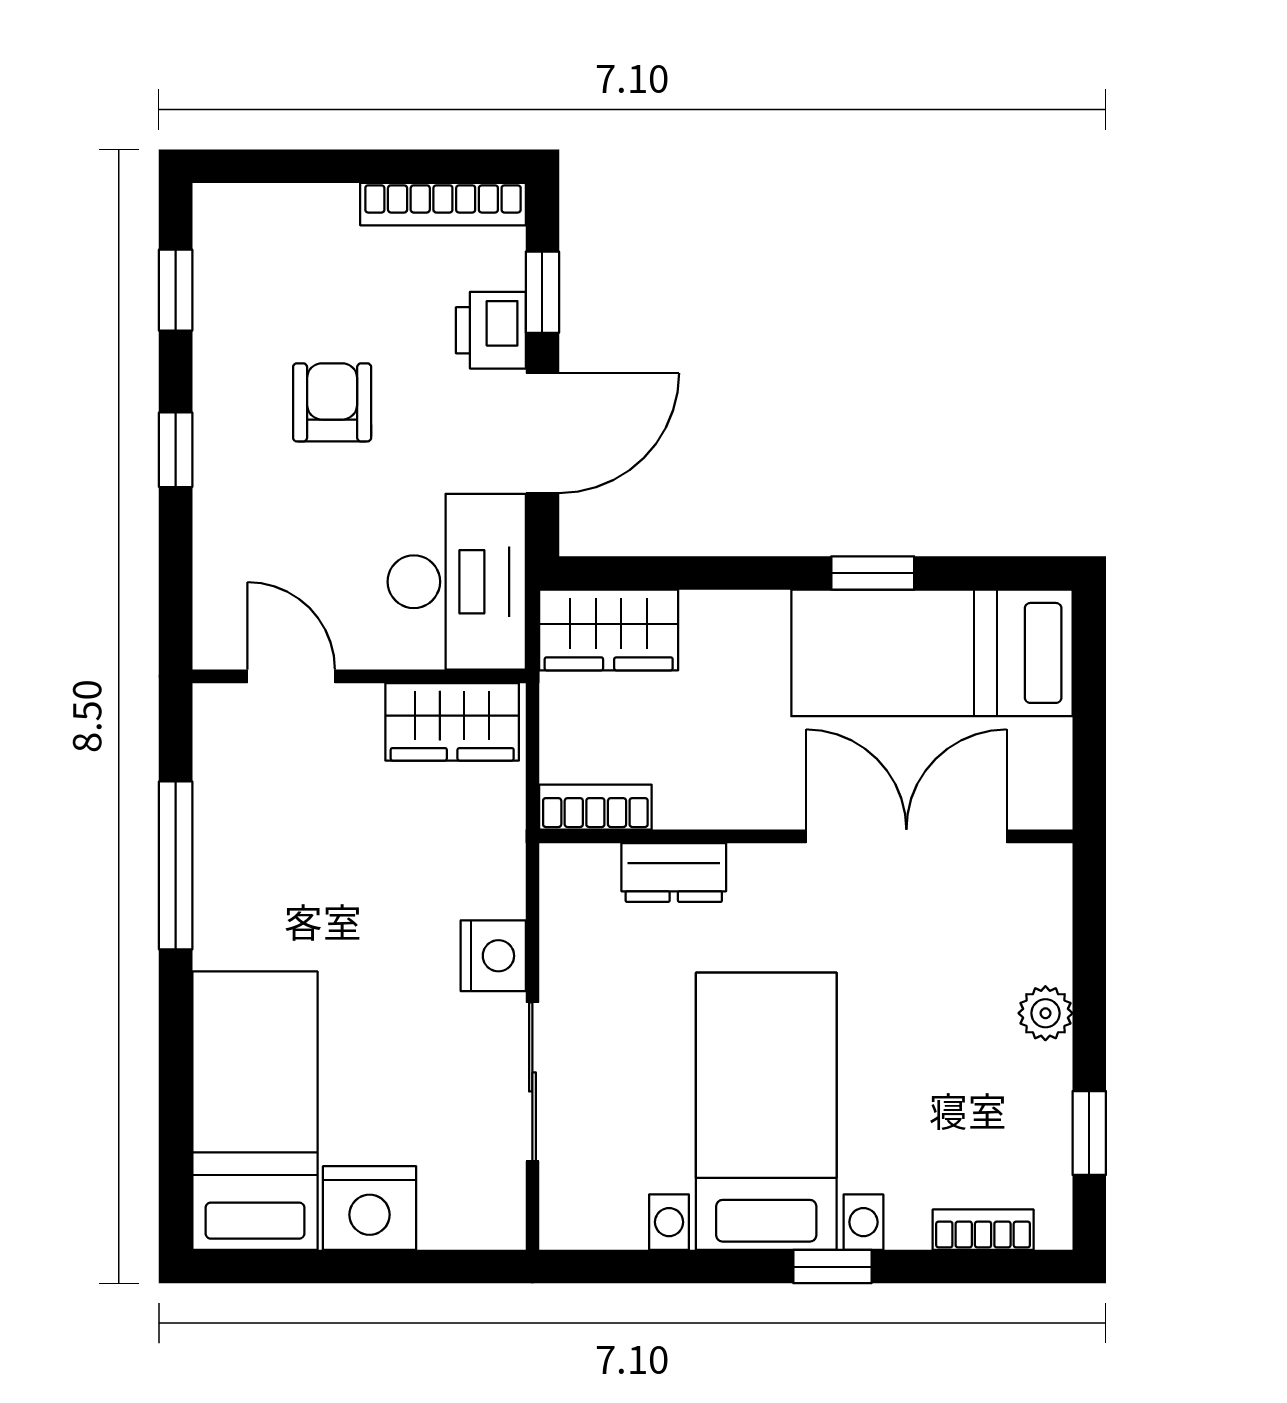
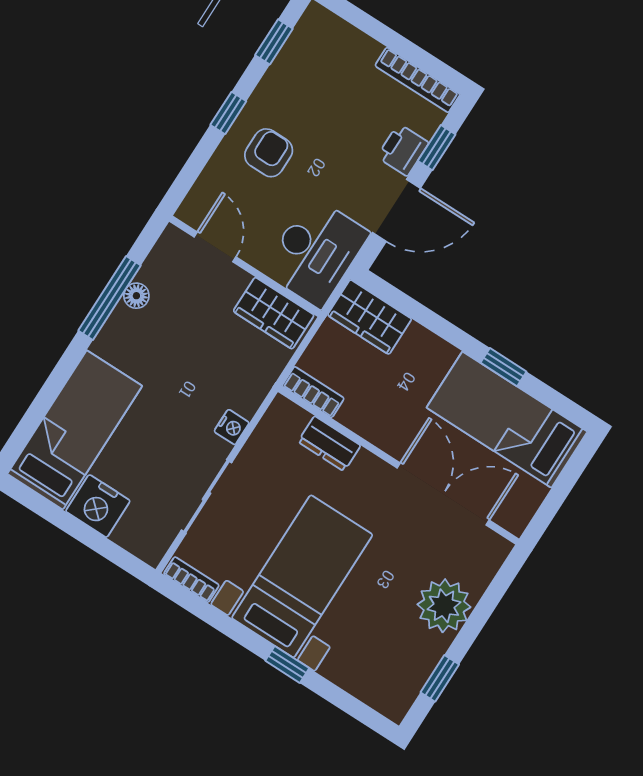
armchair: (332, 402) -> (269, 153), moved
floor lamp: (216, 834) -> (136, 296), added
nightstand: (493, 956) -> (232, 427), width x0.72, depth x0.74
plant: (1045, 1013) -> (444, 606), width x1.88, depth x1.88
bookcase: (983, 1230) -> (191, 580), moved

